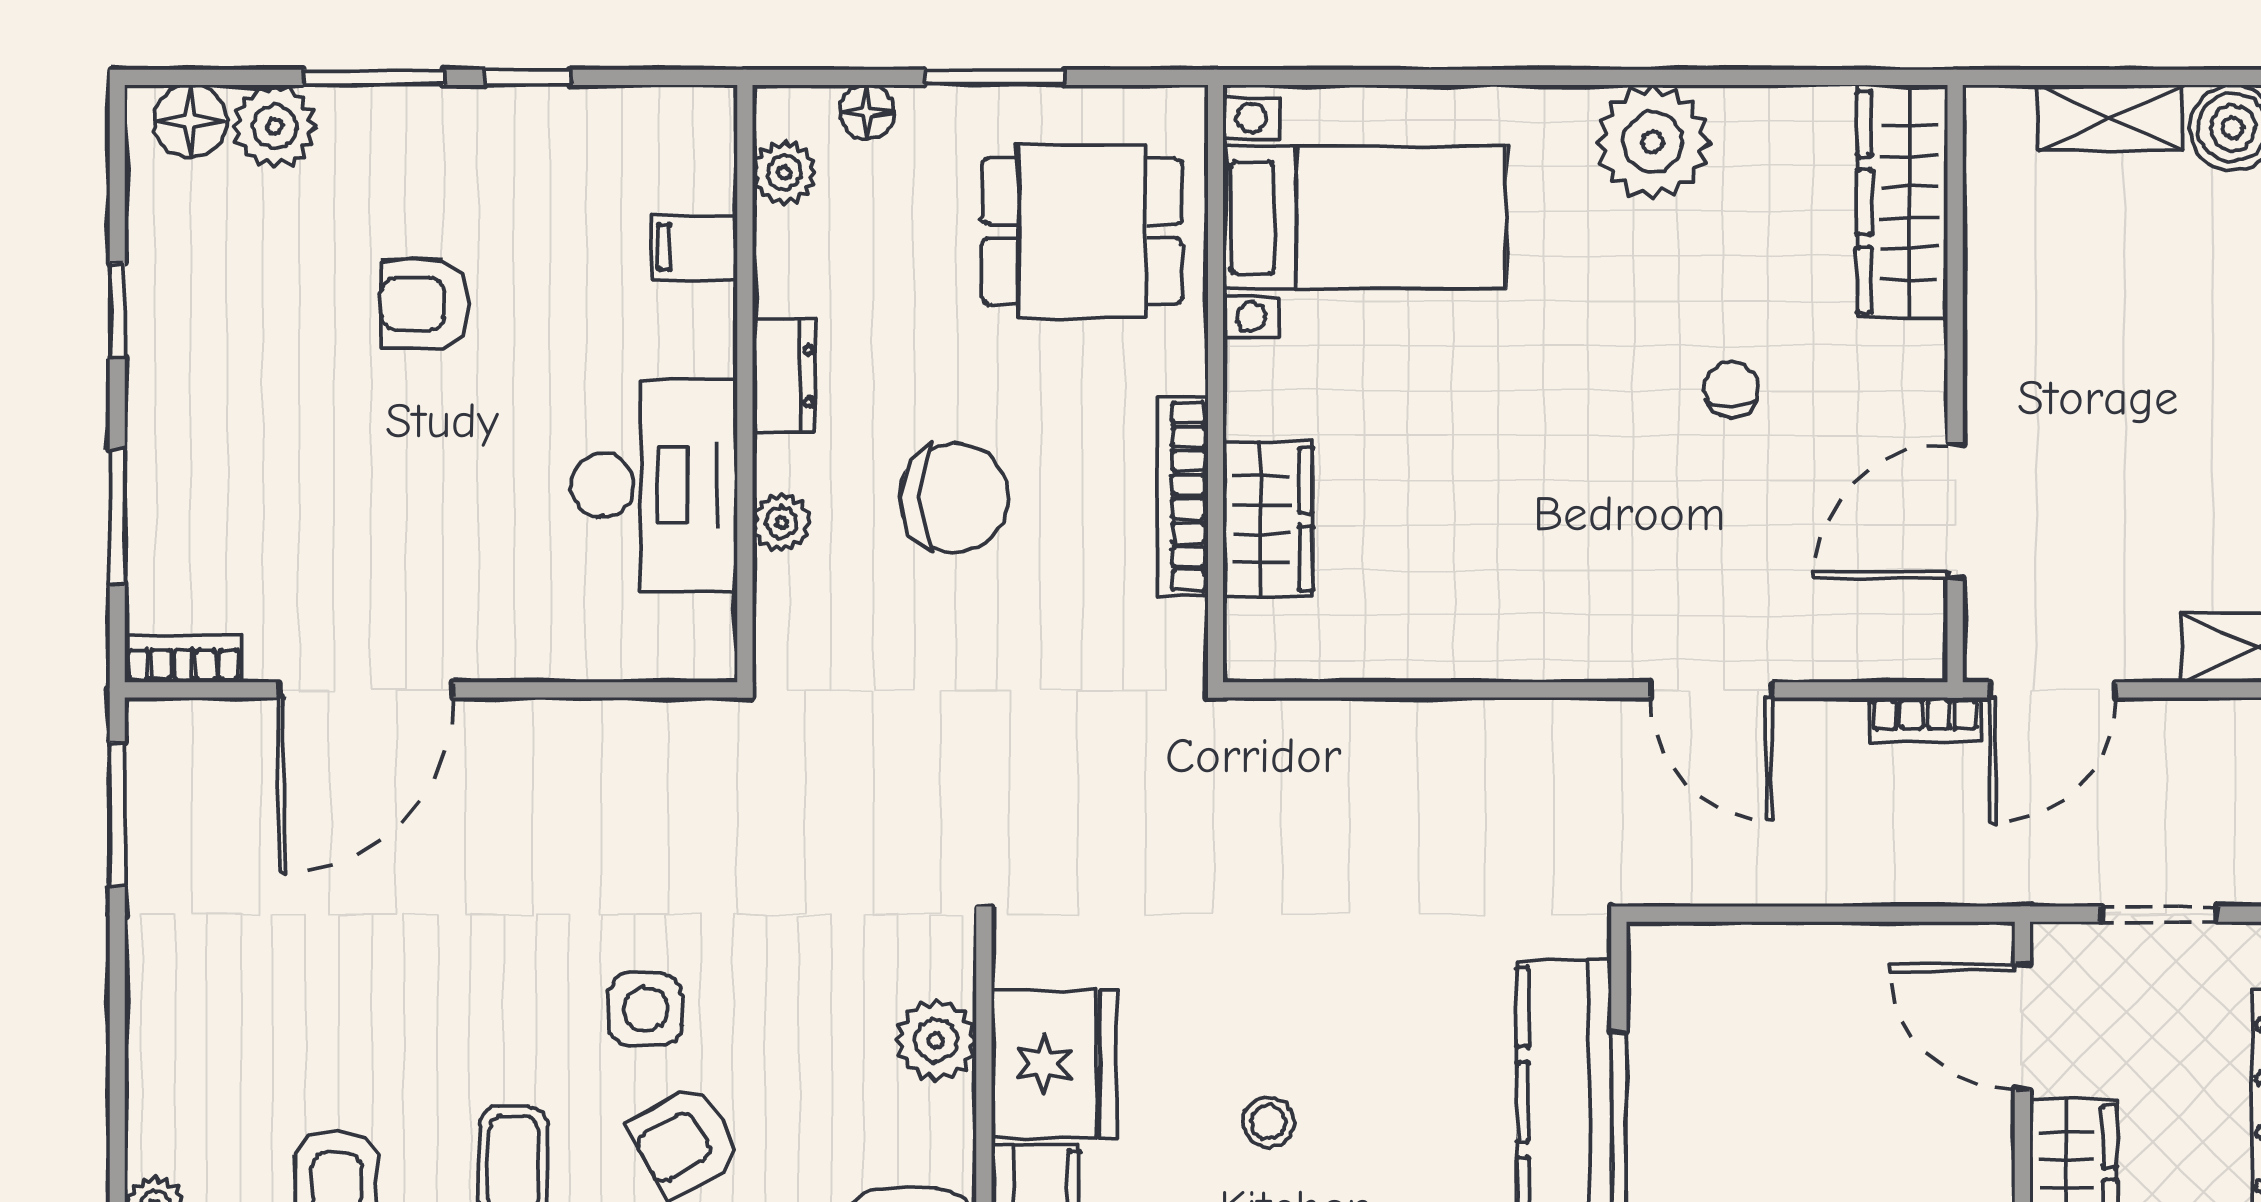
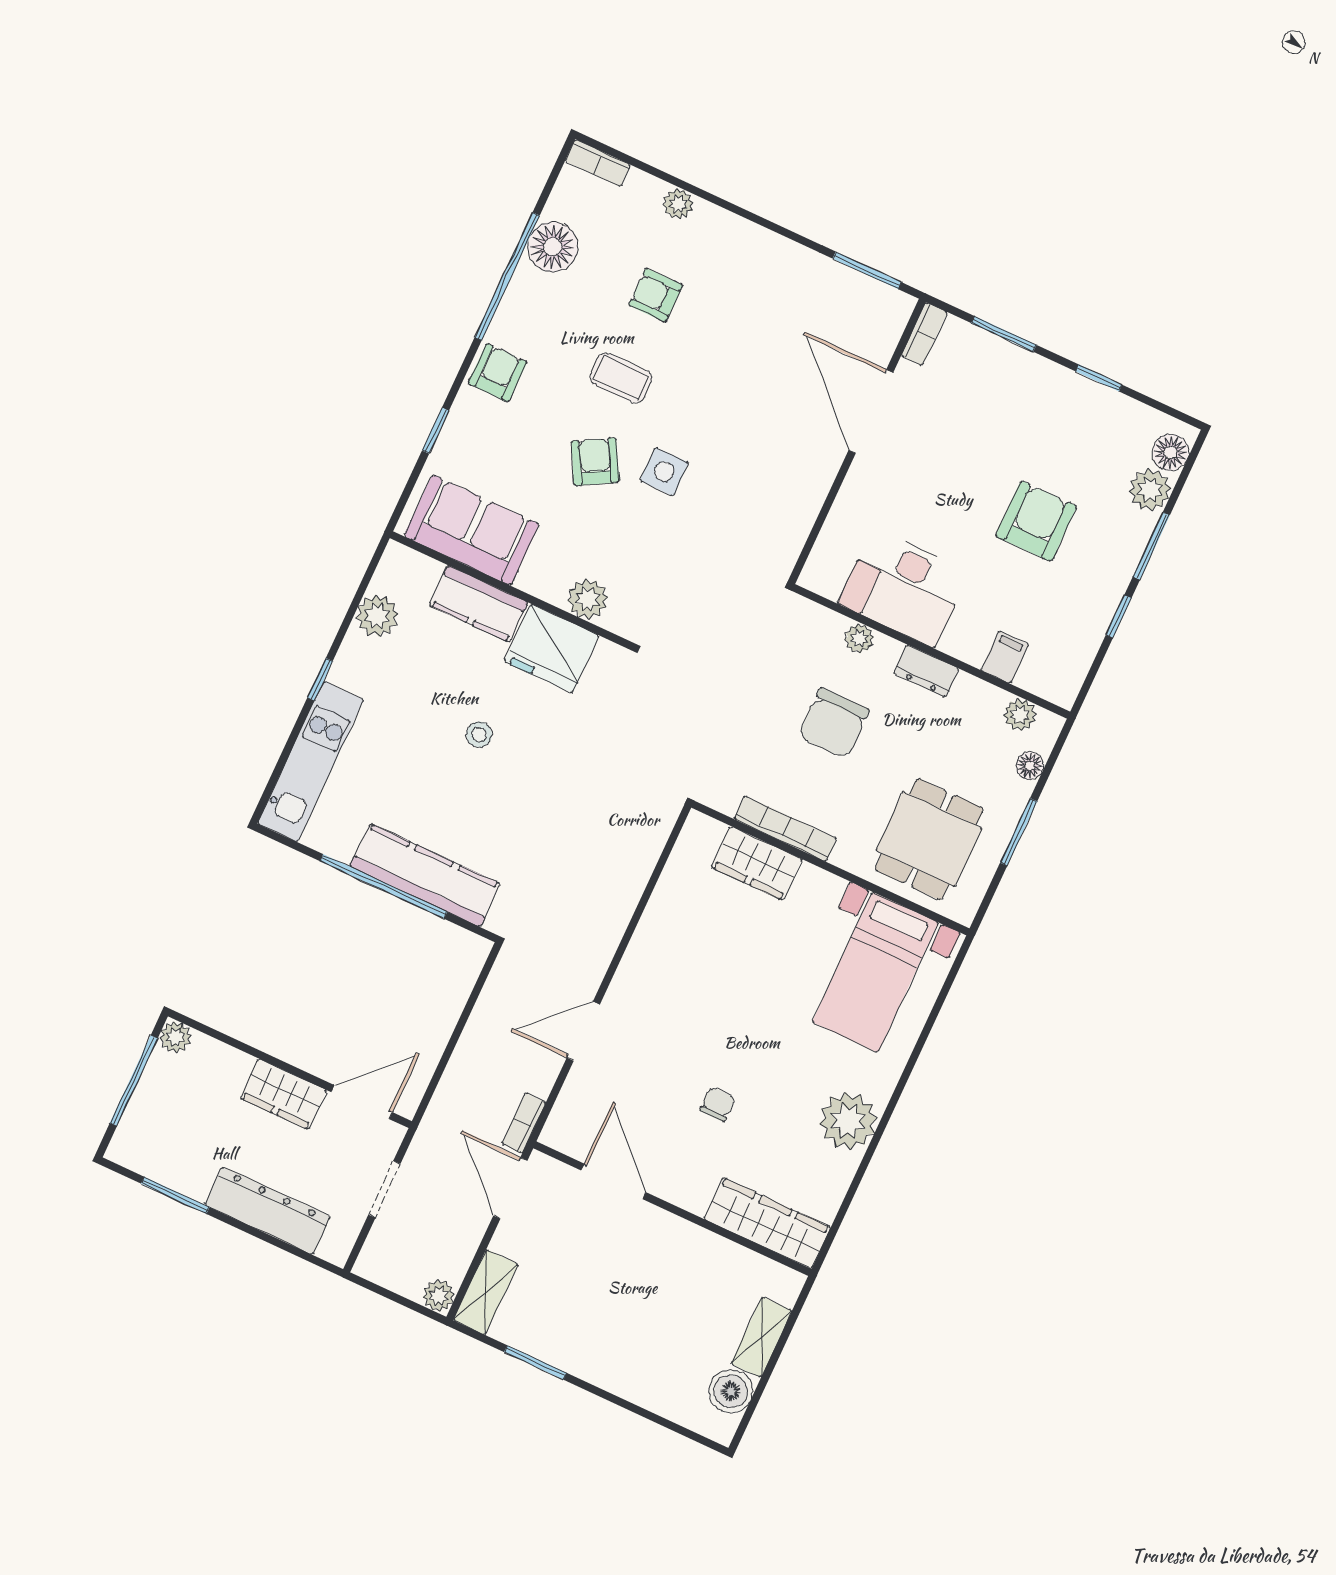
armchair: (425, 304) -> (1036, 521), width x1.38, depth x1.38
chair: (1731, 390) -> (717, 1104), turned -90

